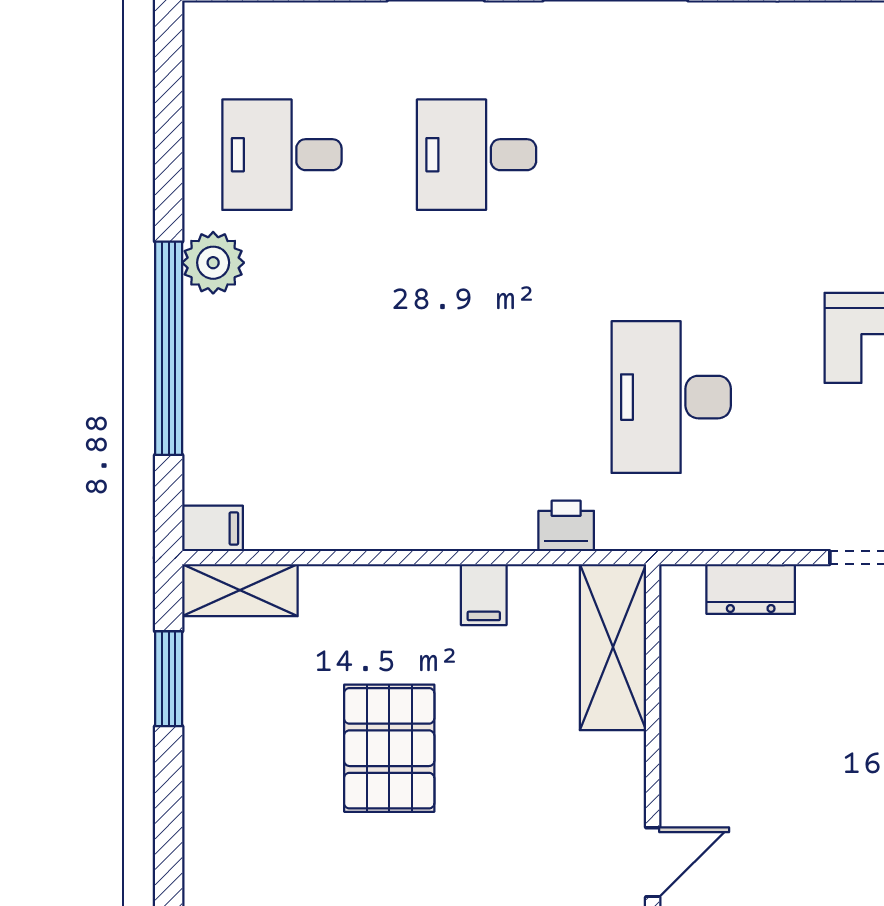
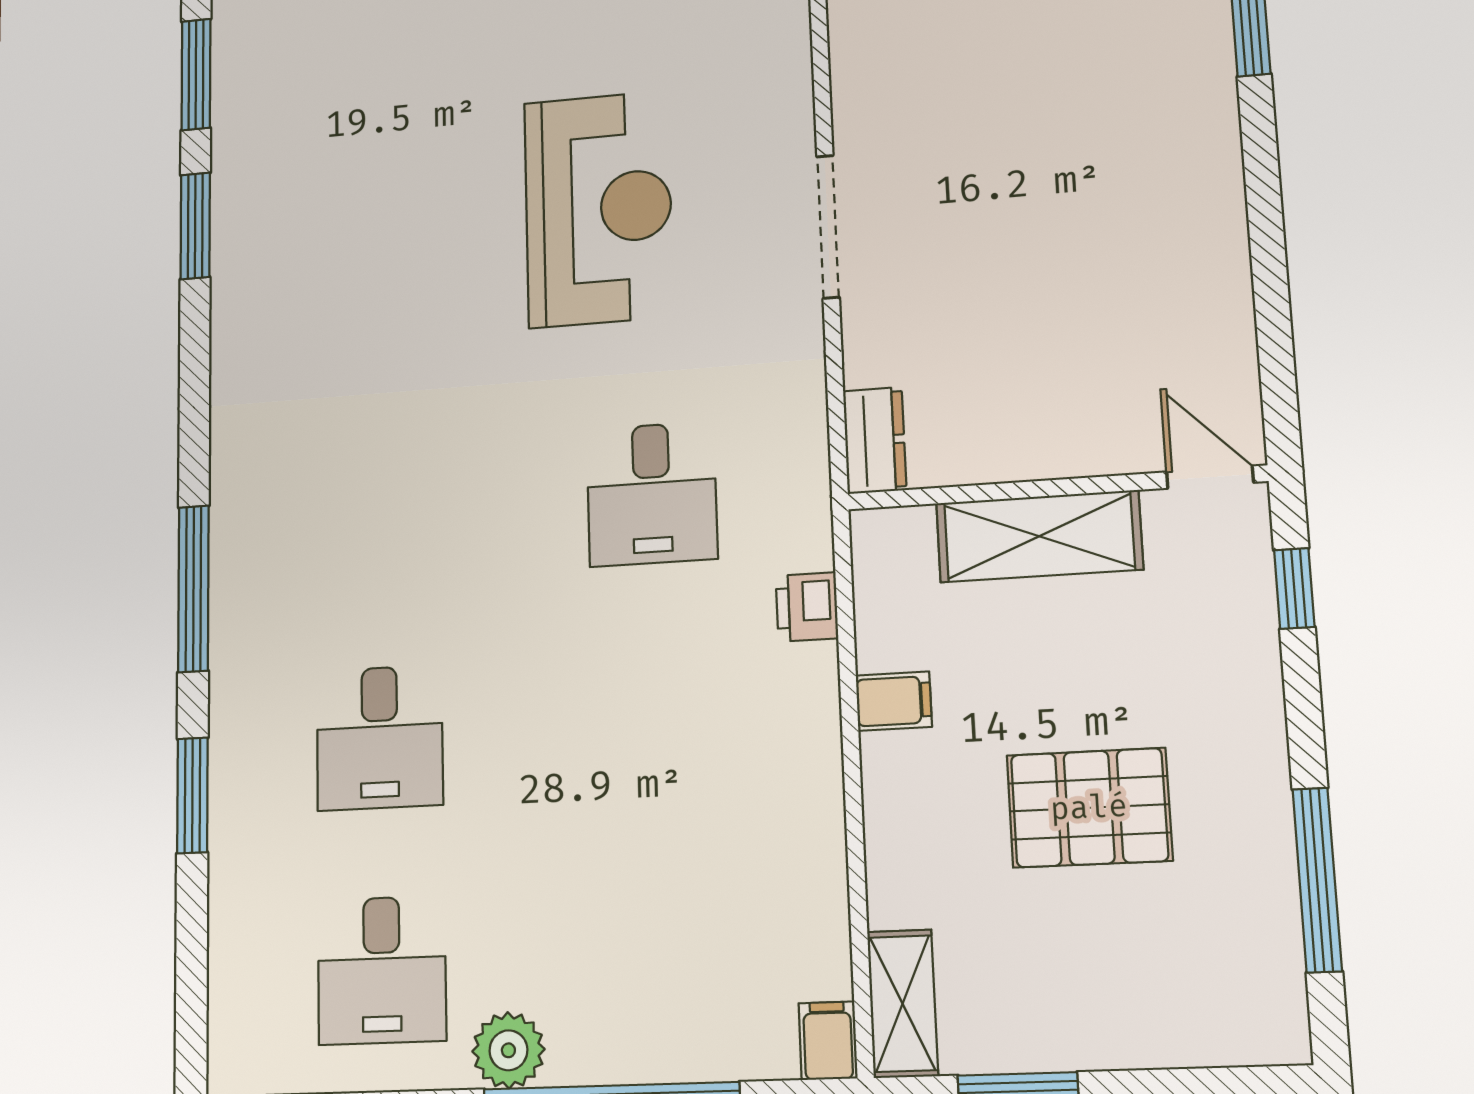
desk: (671, 397) -> (652, 494), width x0.73
dresser: (751, 589) -> (875, 440), moved
shelving: (613, 647) -> (1039, 536), moved

